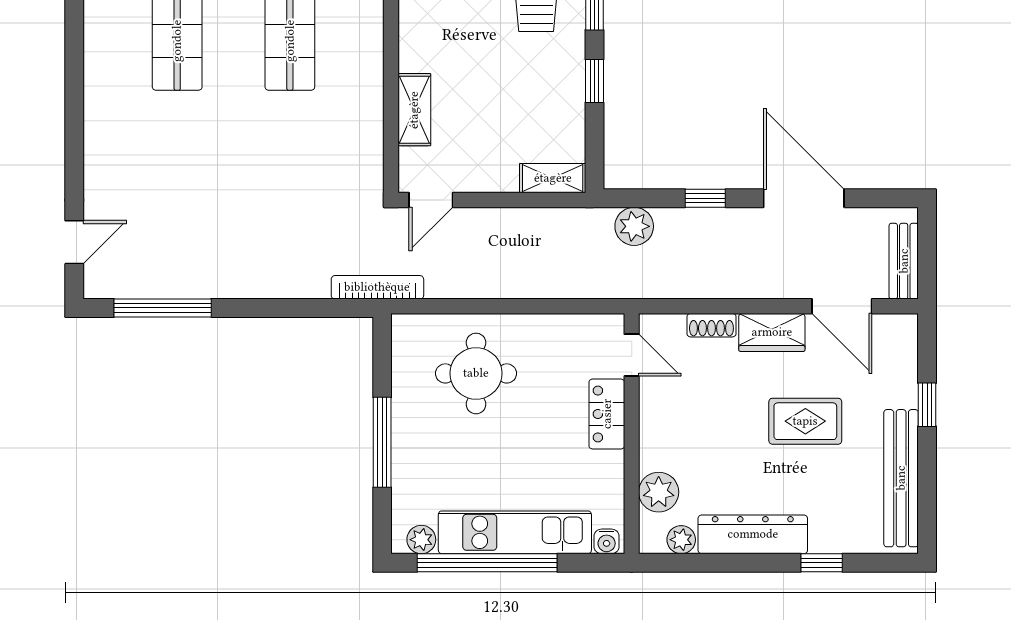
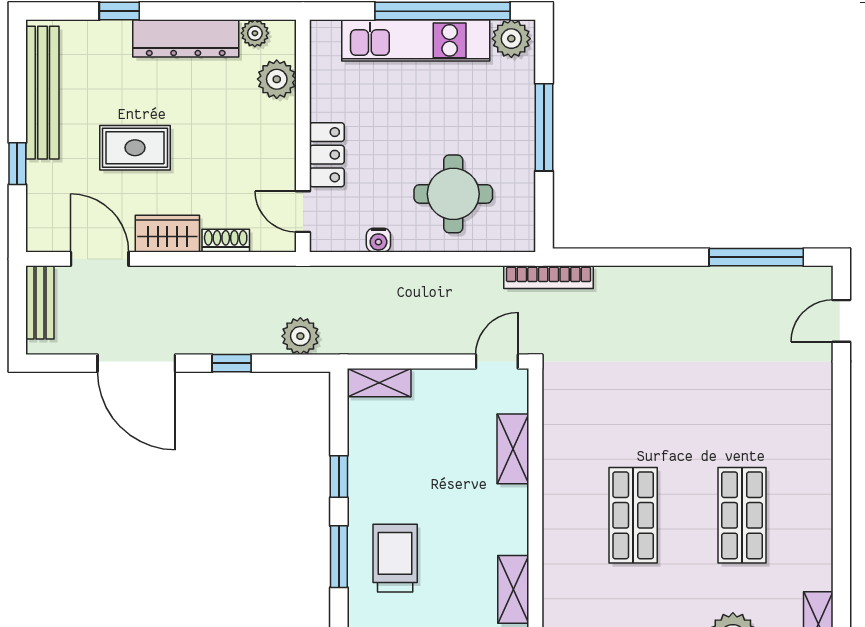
plant: (421, 540) -> (511, 39), width x1.38, depth x1.38
water cooler: (607, 541) -> (378, 240), moved, turned 180

